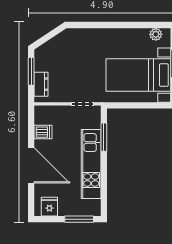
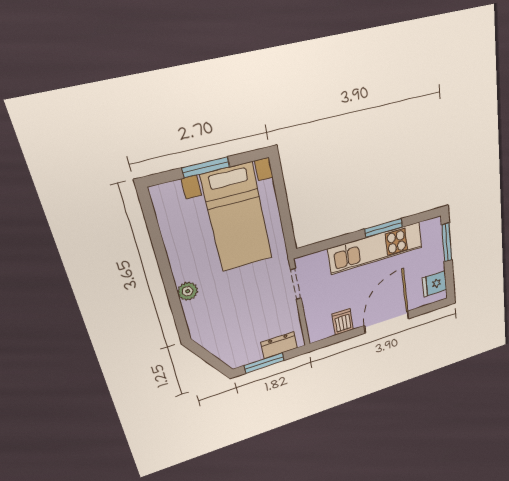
plant: (156, 34) -> (188, 291), moved
window: (104, 137) -> (384, 228), moved

